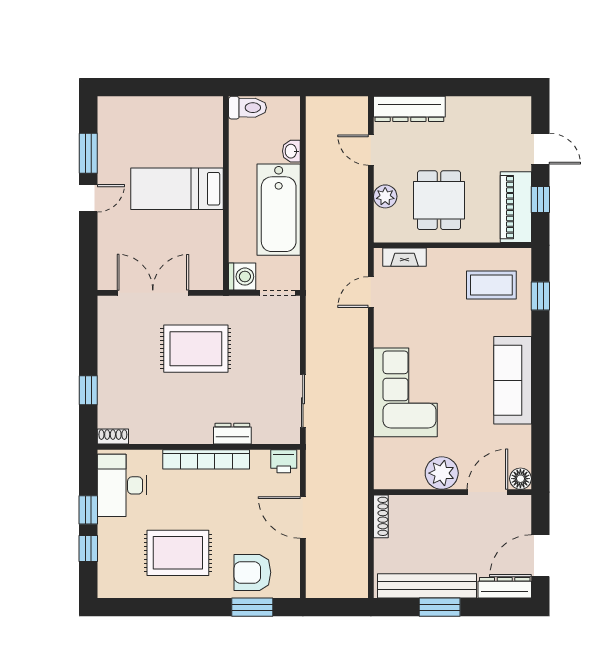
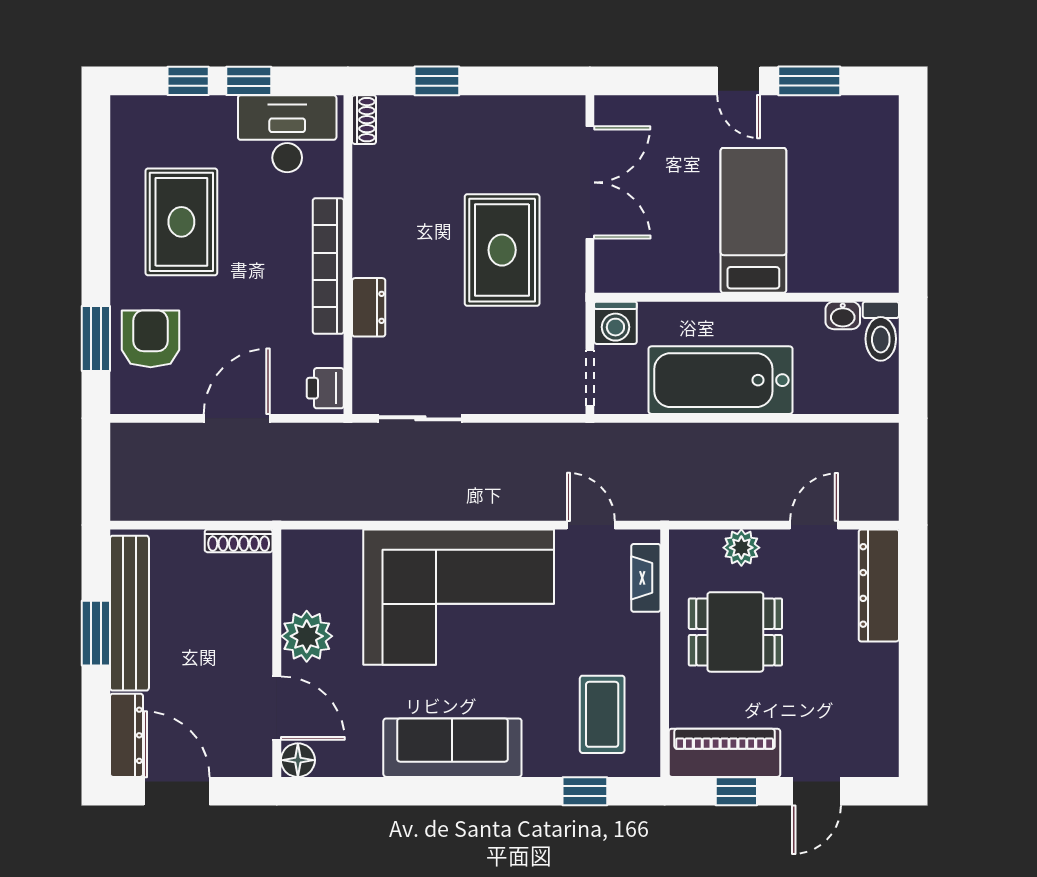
washbasin: (291, 151) -> (843, 315), moved, turned 180
corner sofa: (405, 392) -> (459, 597), width x1.36, depth x1.36

